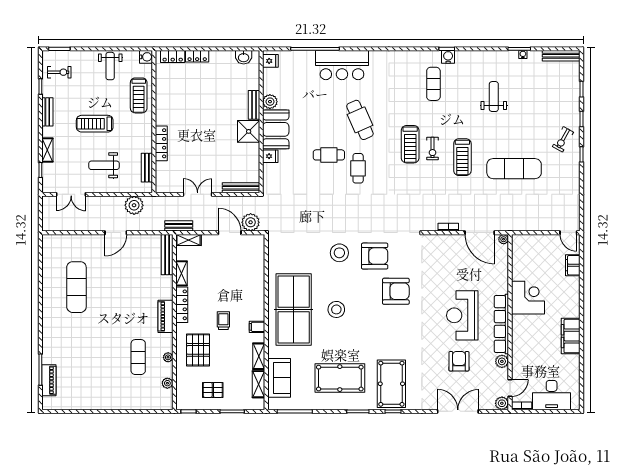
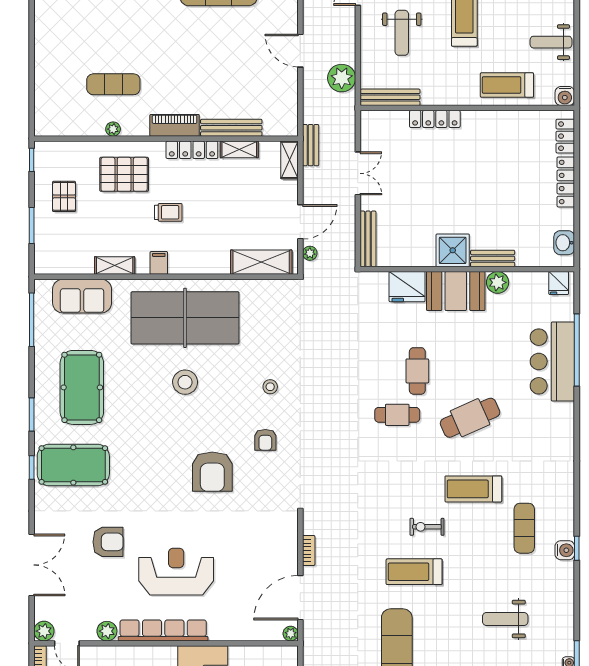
locker: (197, 56) -> (566, 182), width x1.53
bar counter: (342, 65) -> (552, 361), moved
exercise mat: (433, 84) -> (524, 528), turned 90
weight bench: (494, 97) -> (505, 619), turned 180
treadmill: (410, 144) -> (473, 489), moved
fridge: (270, 156) -> (407, 287), width x1.88, depth x1.34
weight bench: (104, 165) -> (402, 33), turned 180
bench: (147, 168) -> (390, 97), width x1.36
plant: (251, 222) -> (310, 253), width x0.53, depth x0.53
stool: (339, 253) -> (270, 387), width x0.53, depth x0.53
bench: (167, 255) -> (231, 128), moved
armchair: (375, 256) -> (265, 440), width x0.53, depth x0.53
armchair: (459, 361) -> (108, 542), moved
plant: (167, 383) -> (74, 128), removed
shelving: (259, 384) -> (261, 262), moved, width x1.50, depth x1.33

